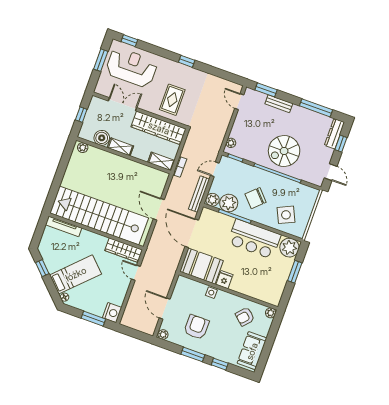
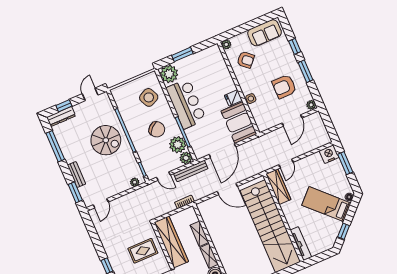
shelving: (161, 161) -> (199, 234), moved
door: (159, 209) -> (227, 189), hinge flipped

